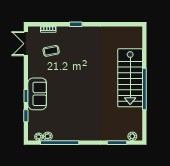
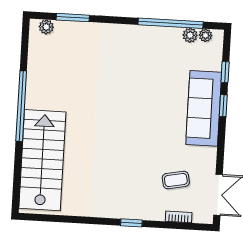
stairs: (130, 78) -> (42, 160), moved
sofa: (37, 94) -> (204, 108), width x1.36

